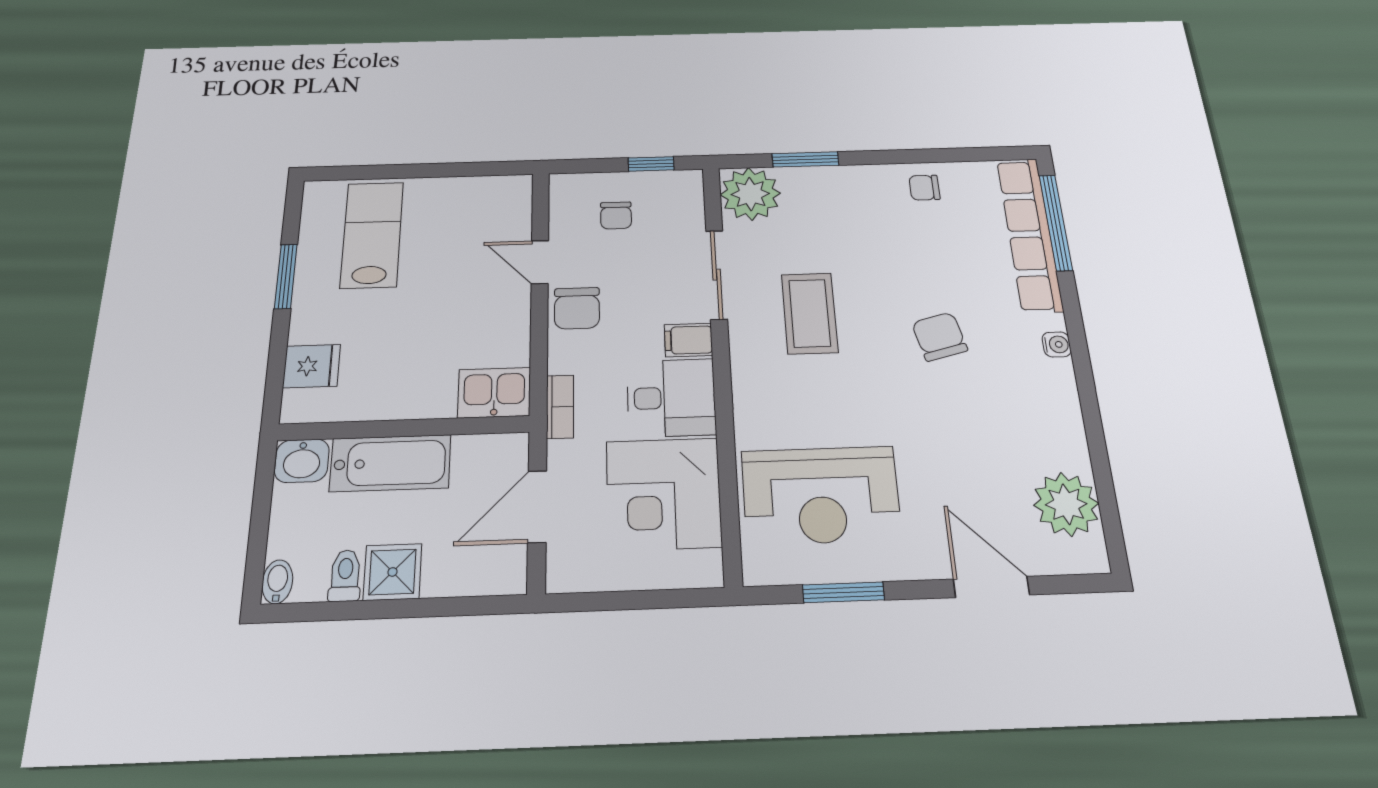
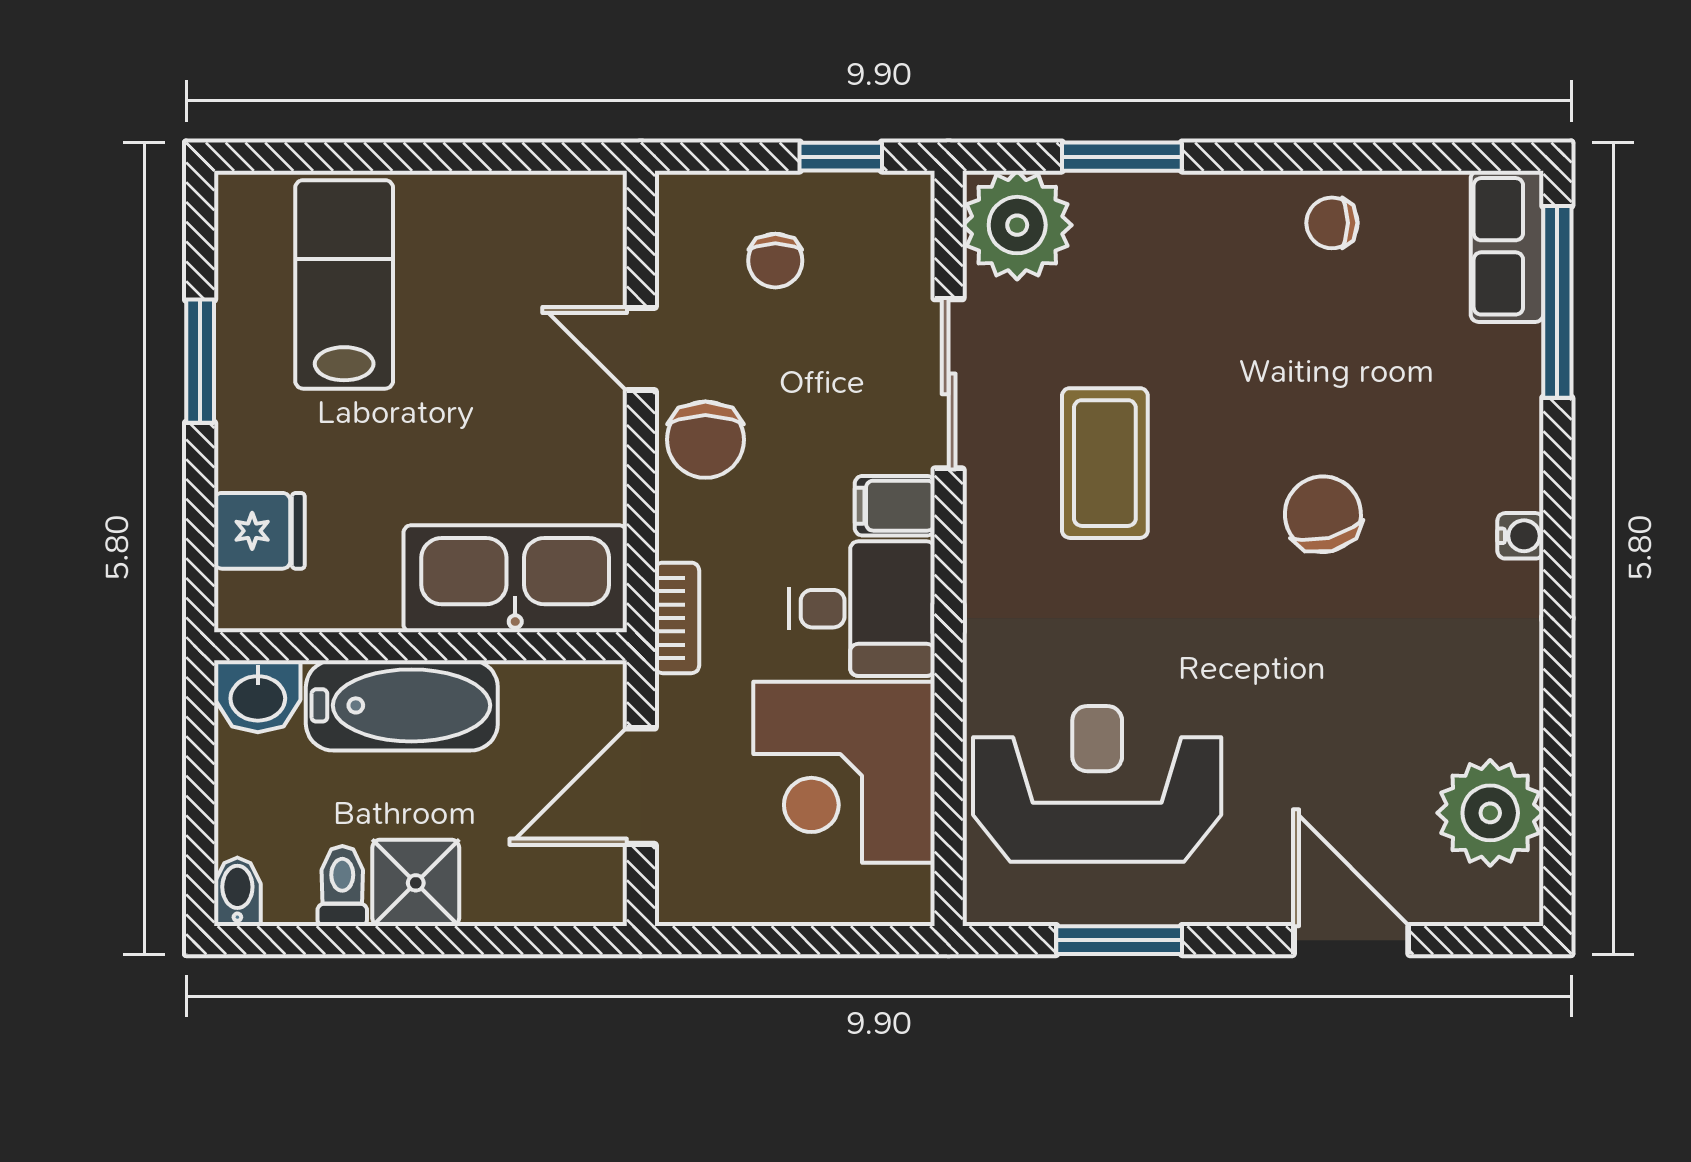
row of seats: (1030, 234) -> (1507, 246), width x0.50
kitchen sink: (494, 393) -> (515, 579), width x1.87, depth x1.24
reception desk: (821, 495) -> (1097, 784), turned 180

